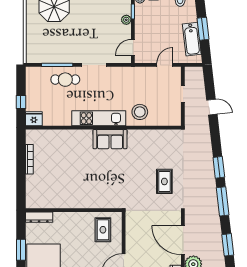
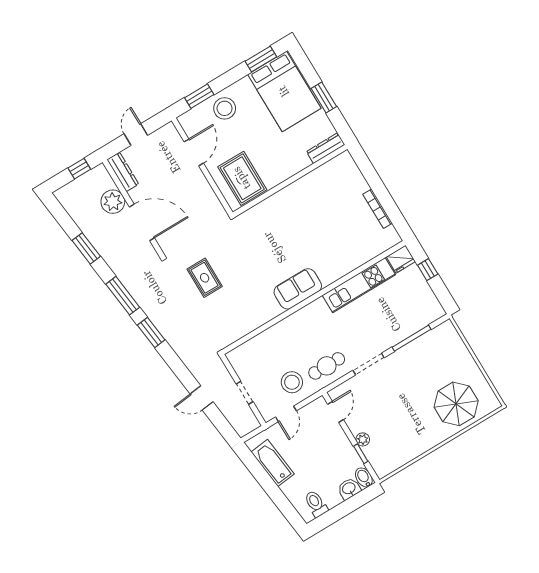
window: (203, 29) -> (267, 483), removed
cafe table: (65, 80) -> (327, 366), moved
stool: (140, 112) -> (292, 382), moved
kitchen unit: (99, 118) -> (359, 285), moved
rug: (103, 230) -> (242, 178), width x1.36, depth x1.43

